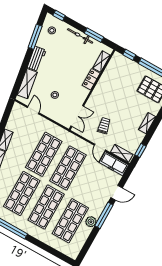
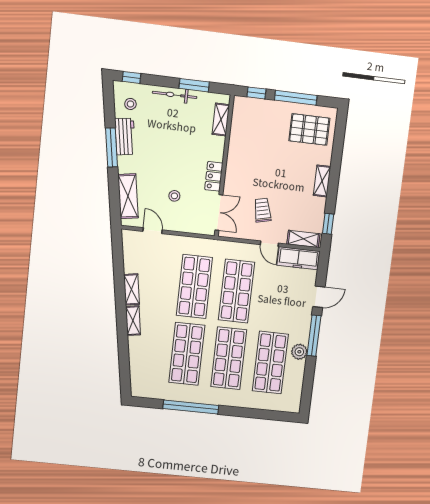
window: (35, 37) -> (112, 147), moved
workbench: (37, 59) -> (125, 137), moved
locker: (91, 79) -> (214, 176), moved

